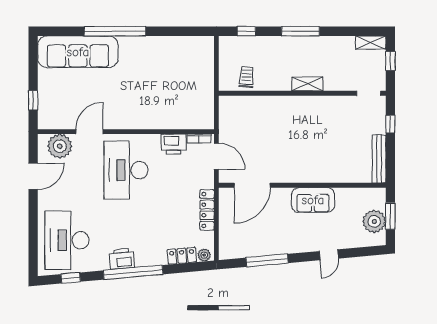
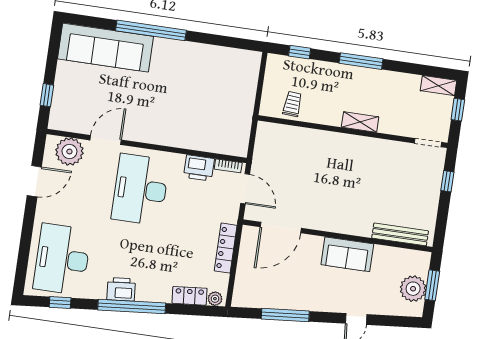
bench: (379, 159) -> (400, 234), moved, turned 90

